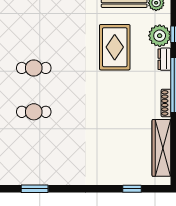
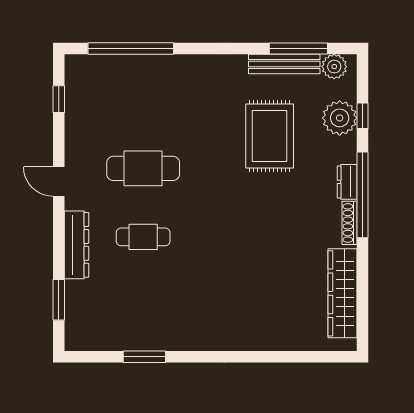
dresser: (164, 59) -> (347, 182), moved
cafe table: (34, 68) -> (143, 168), width x1.37, depth x1.35
window: (132, 189) -> (296, 357), removed

